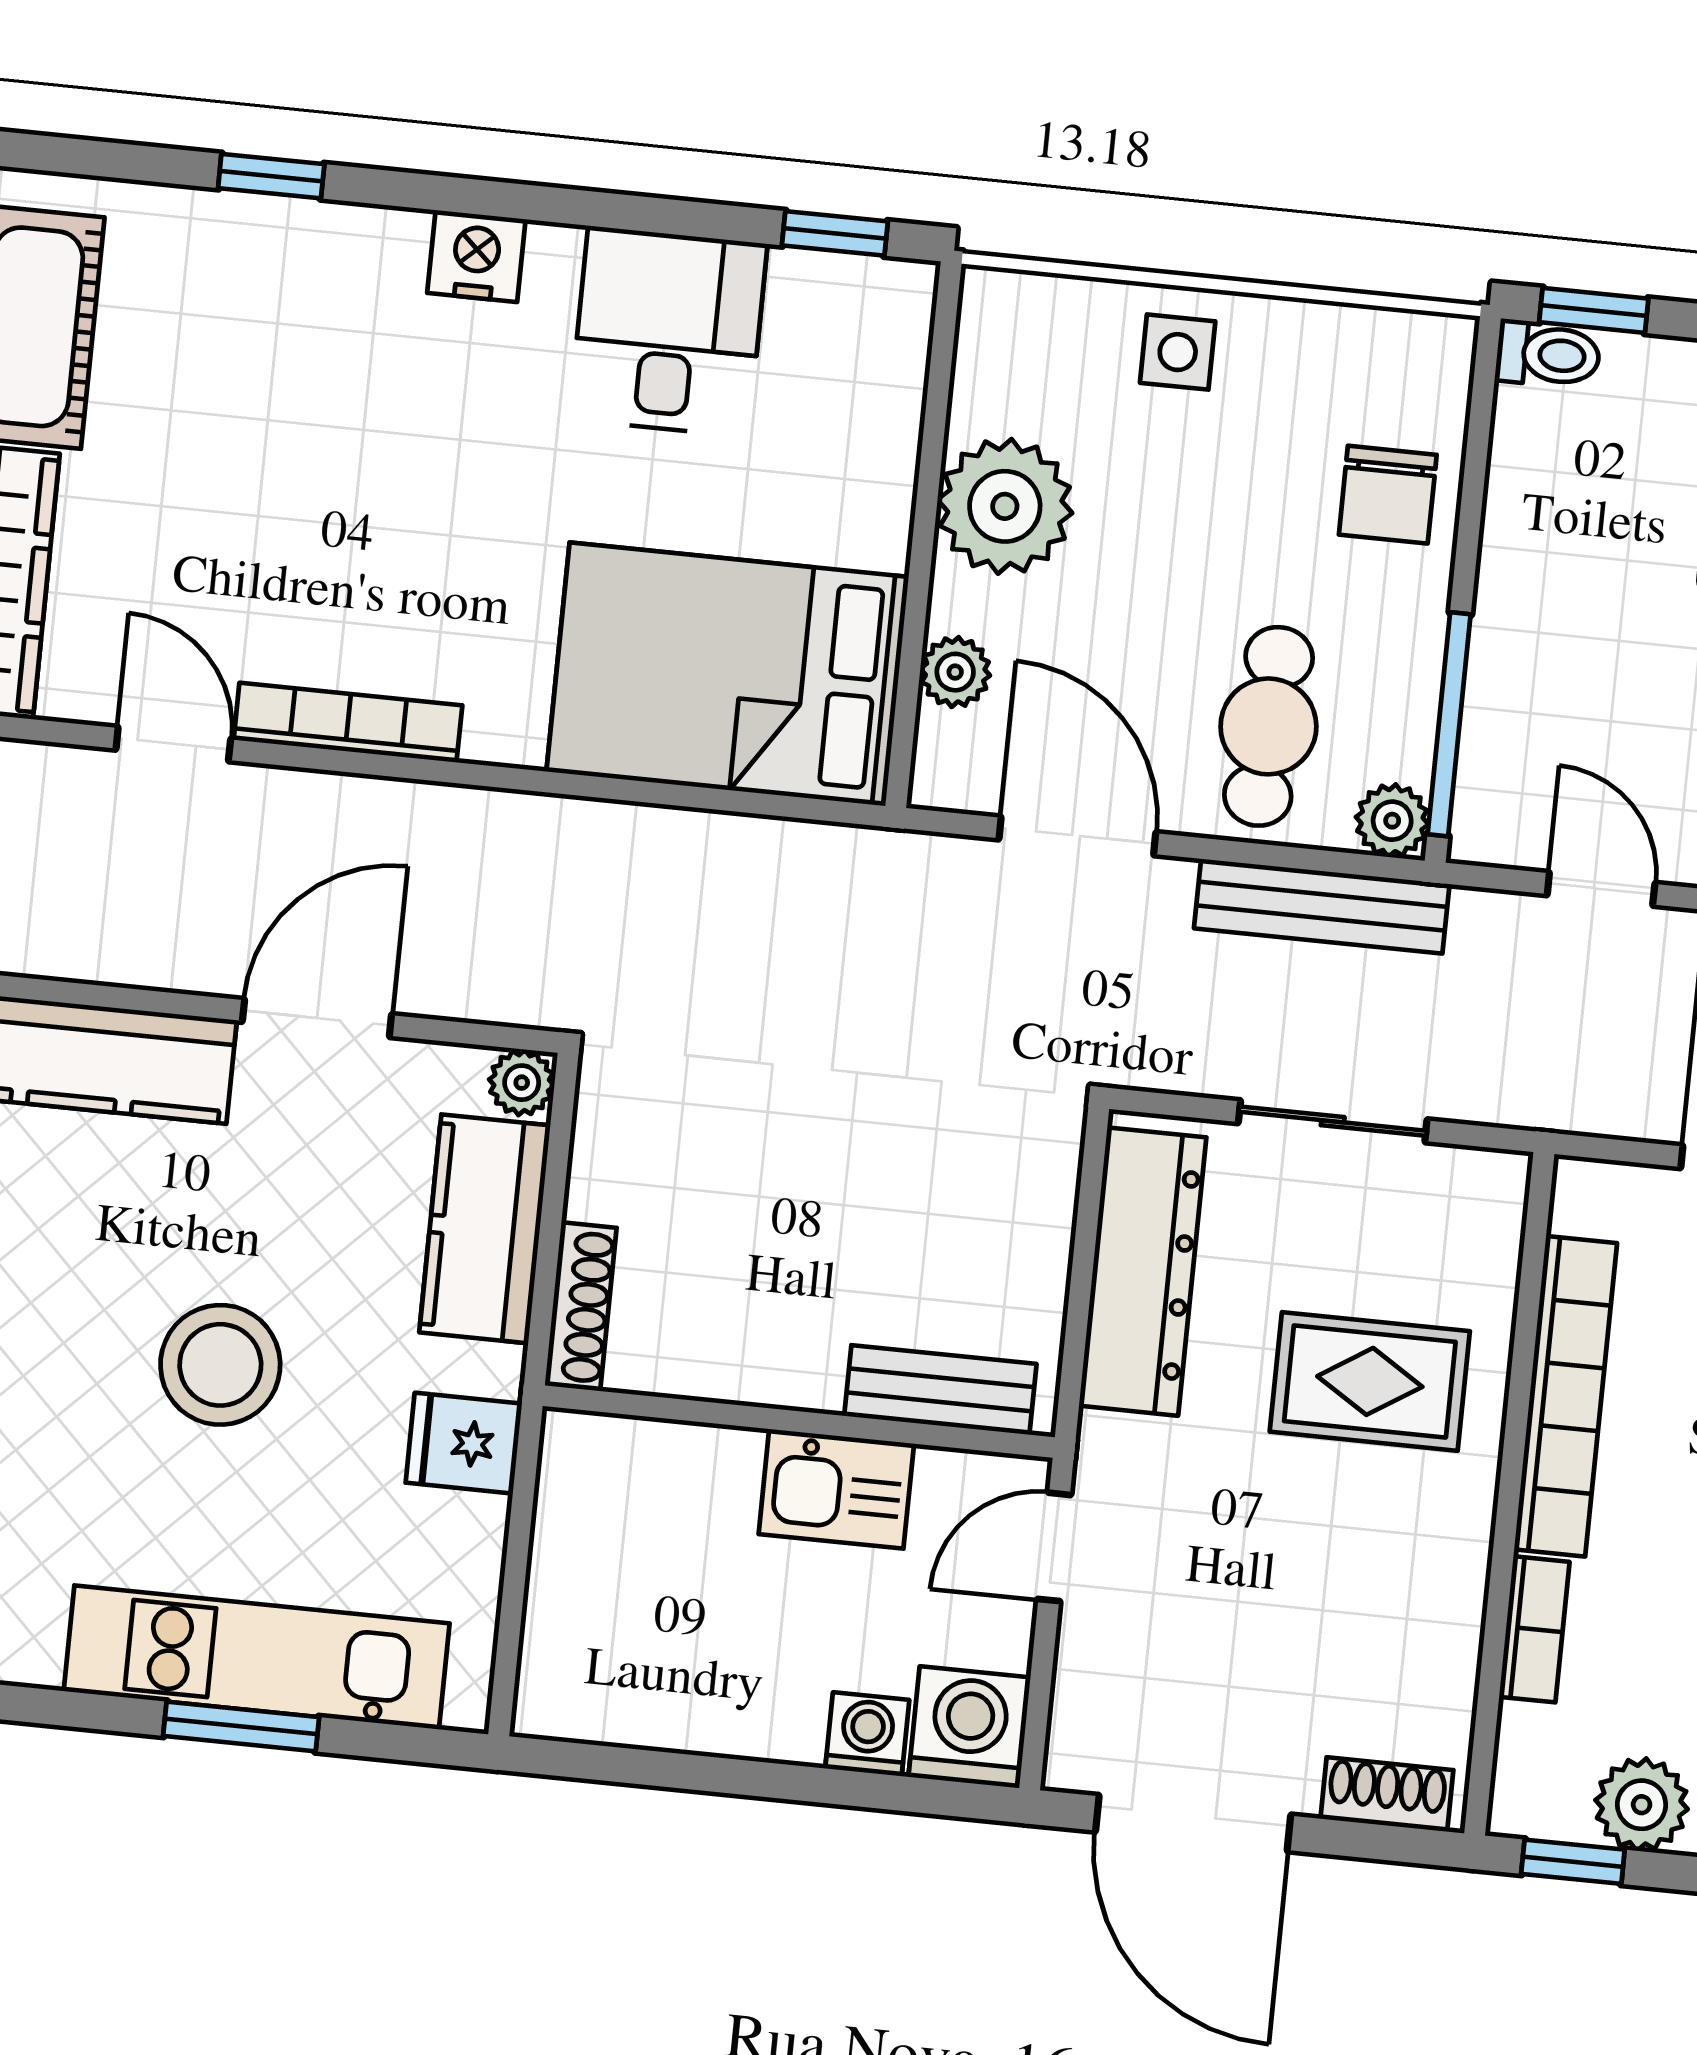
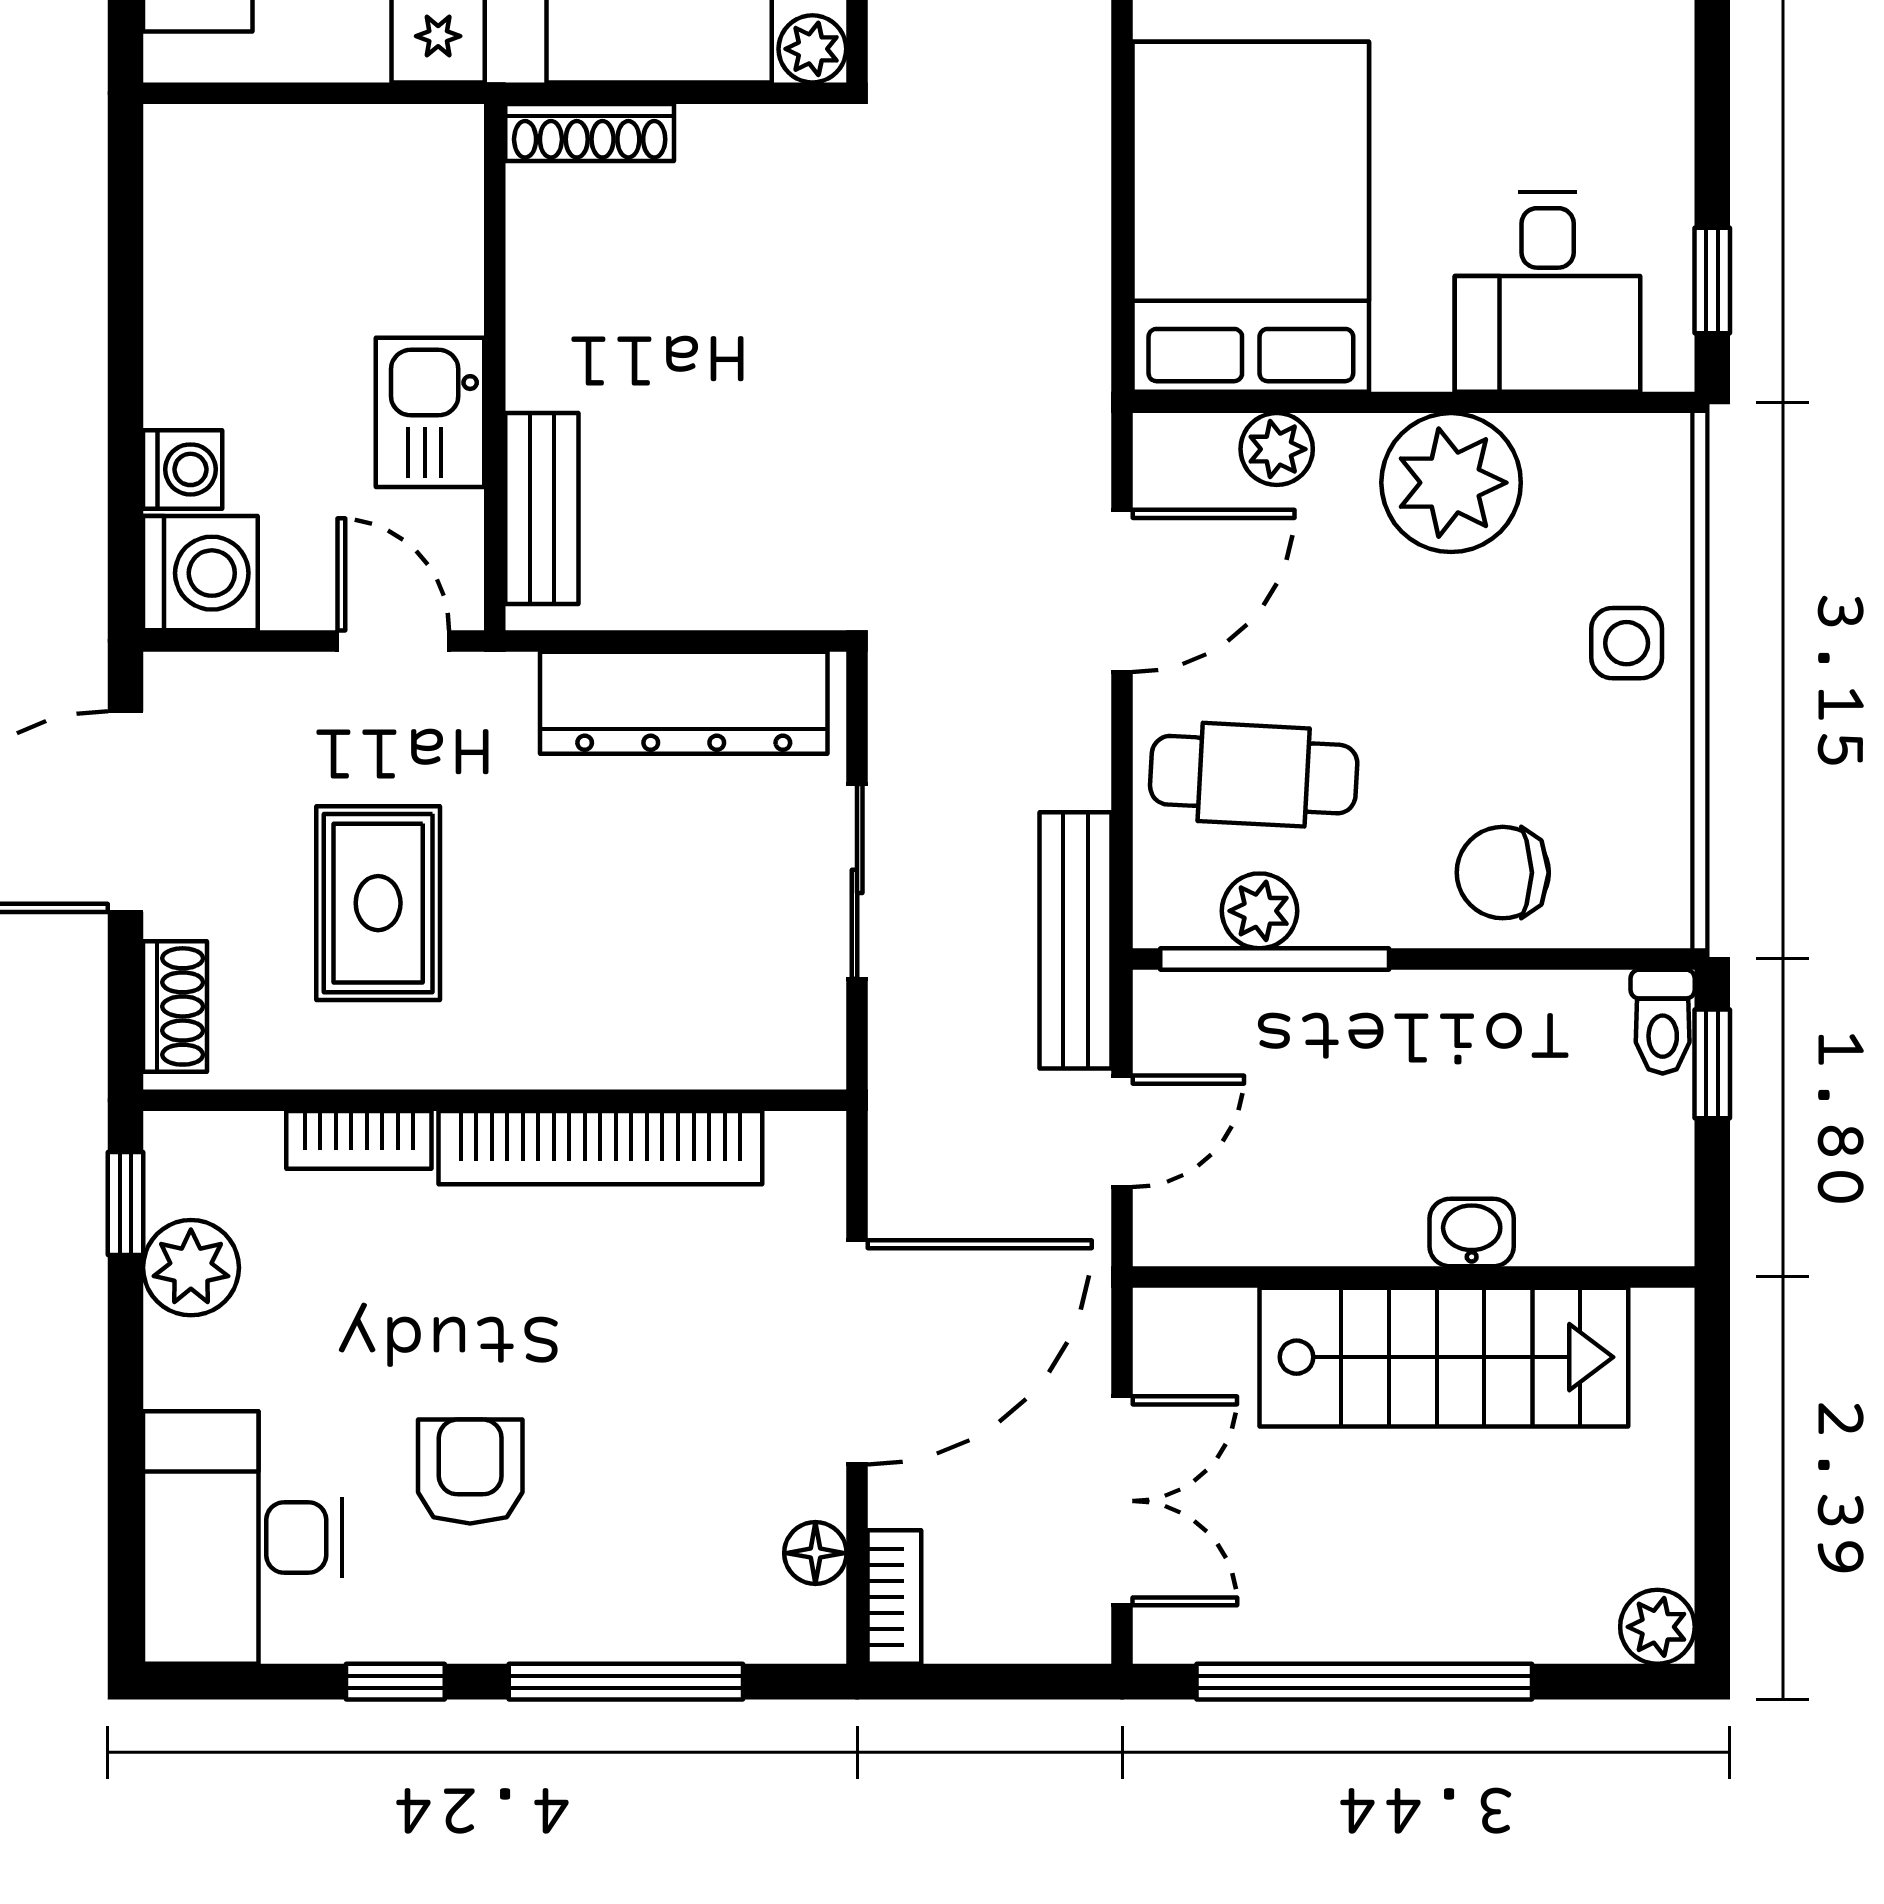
desk: (668, 332) -> (1548, 292), moved, turned 90
plant: (1392, 821) -> (1260, 911), moved
bench: (1322, 906) -> (1076, 940), moved
rug: (1370, 1381) -> (378, 903), moved

